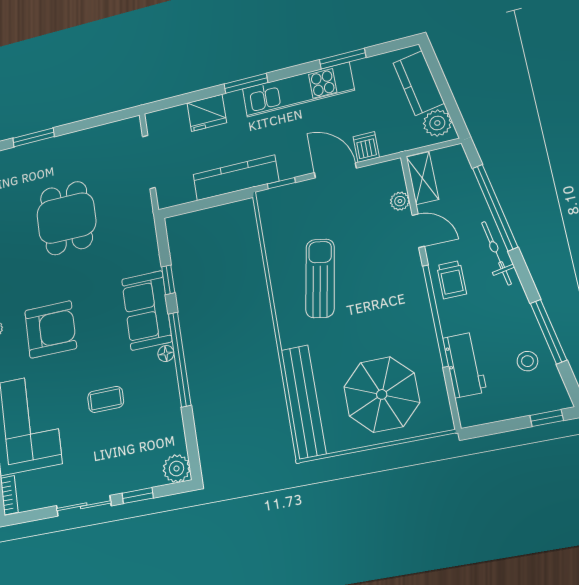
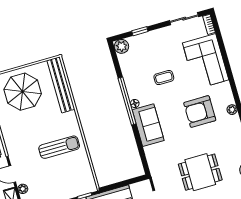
dining table: (66, 218) -> (200, 172), turned 90
sun lounger: (320, 278) -> (59, 147), turned -100
window: (168, 280) -> (139, 142), removed
sliding door: (84, 506) -> (184, 19), moved

